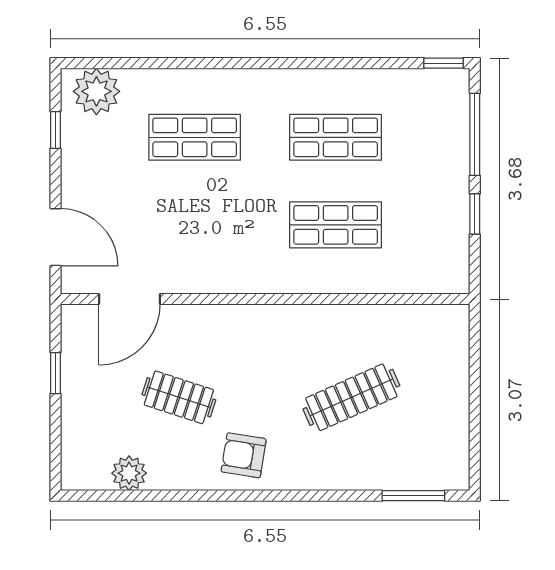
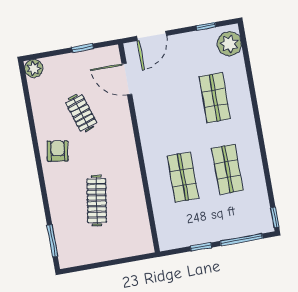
clothes rail: (179, 397) -> (81, 113), turned -36
clothes rail: (351, 397) -> (97, 201), turned 33
plant: (129, 473) -> (34, 68), moved

